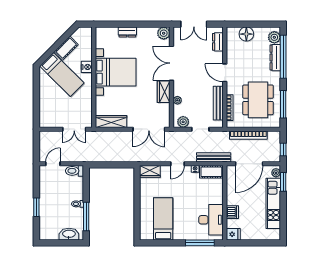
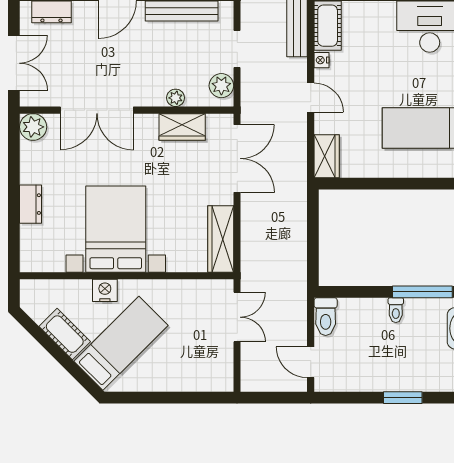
wardrobe: (164, 92) -> (182, 127), moved

